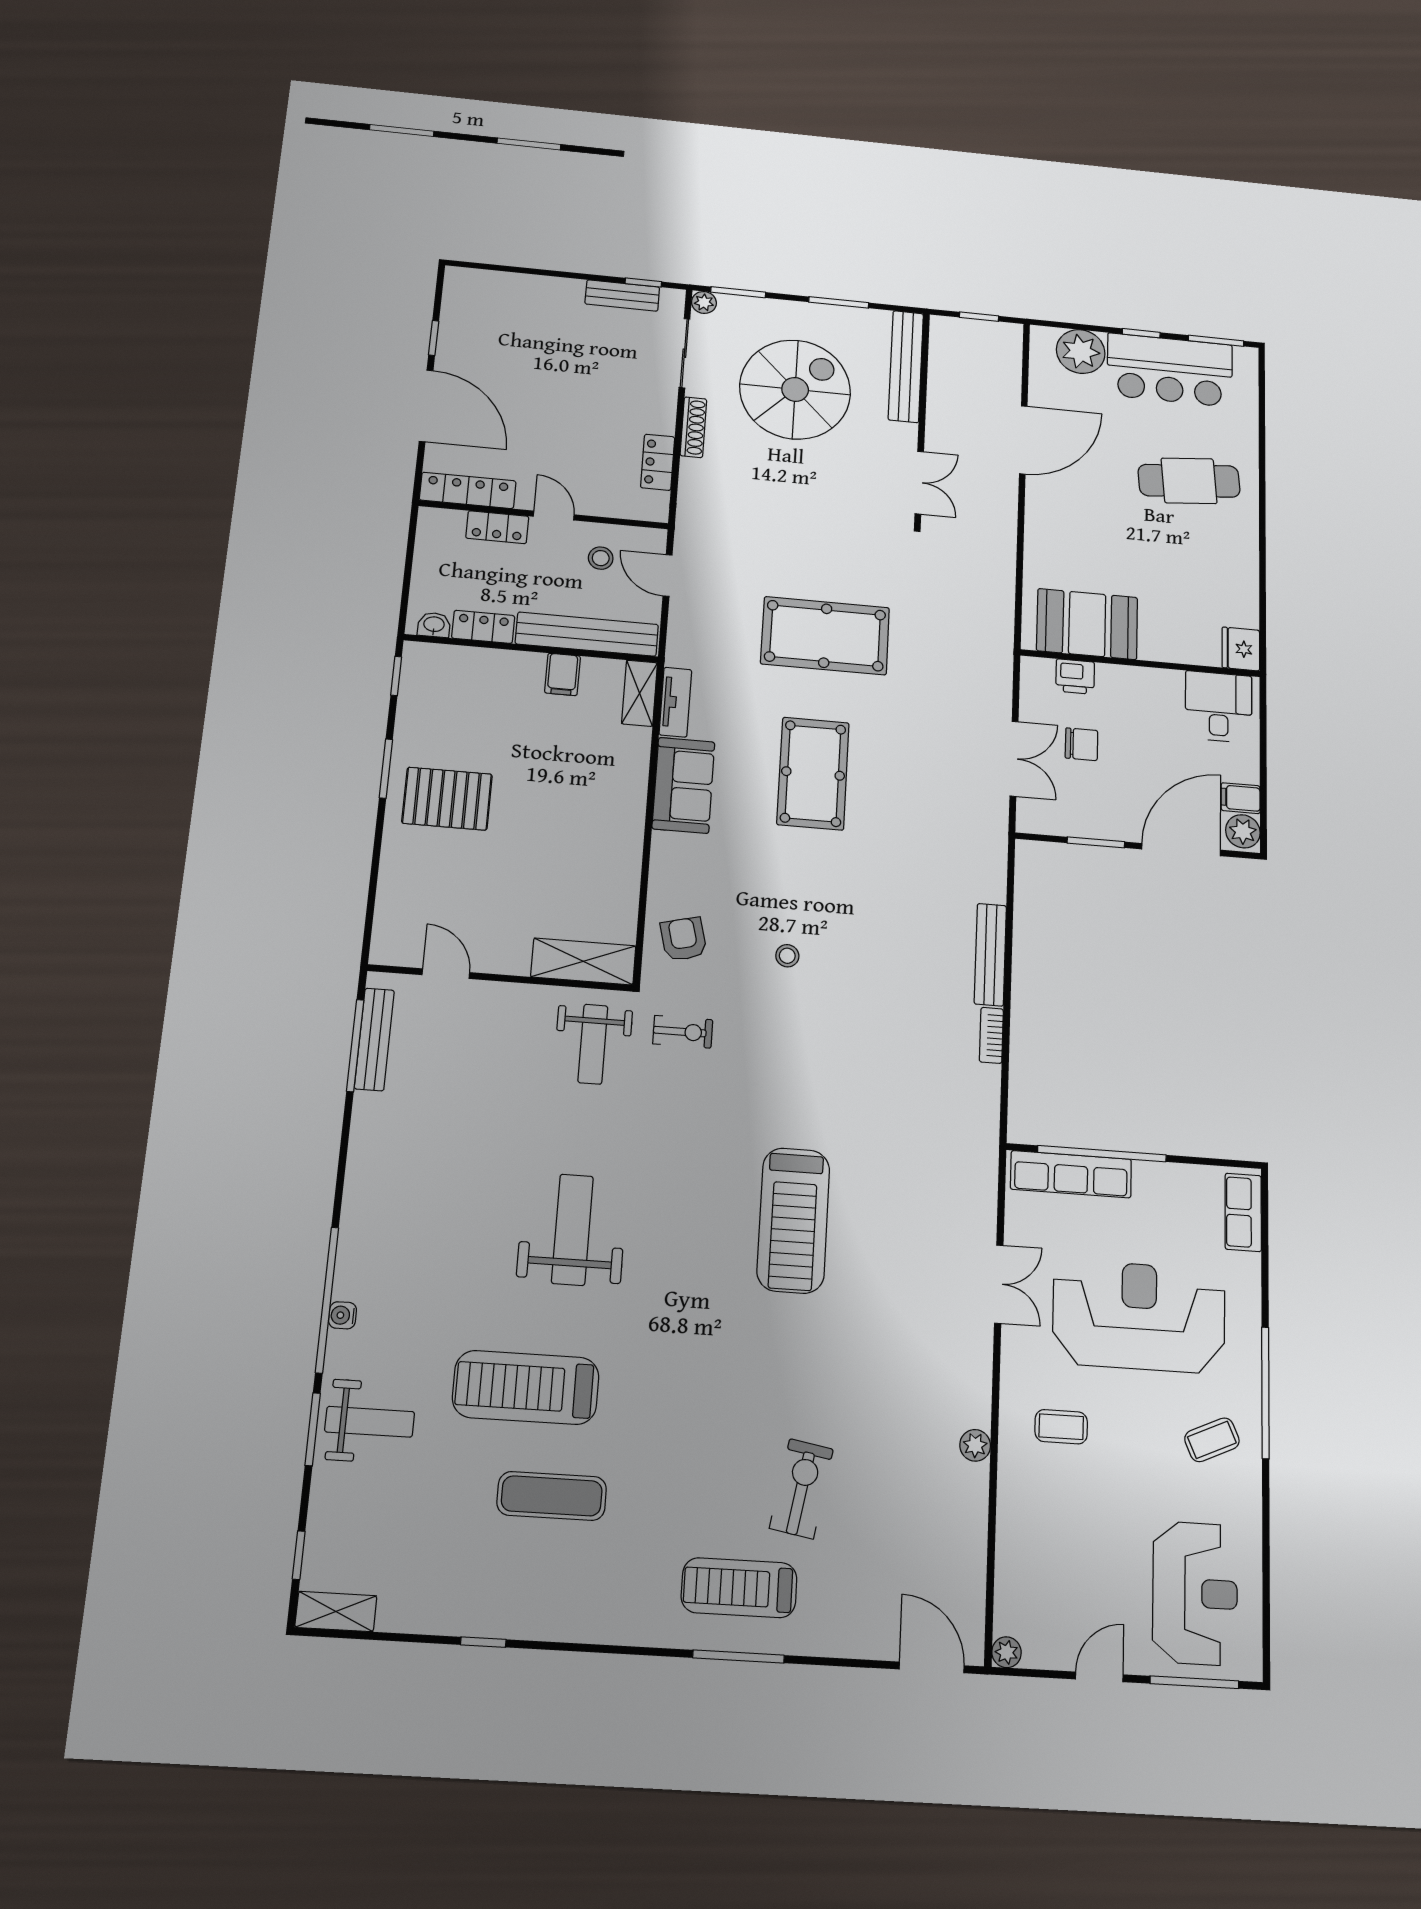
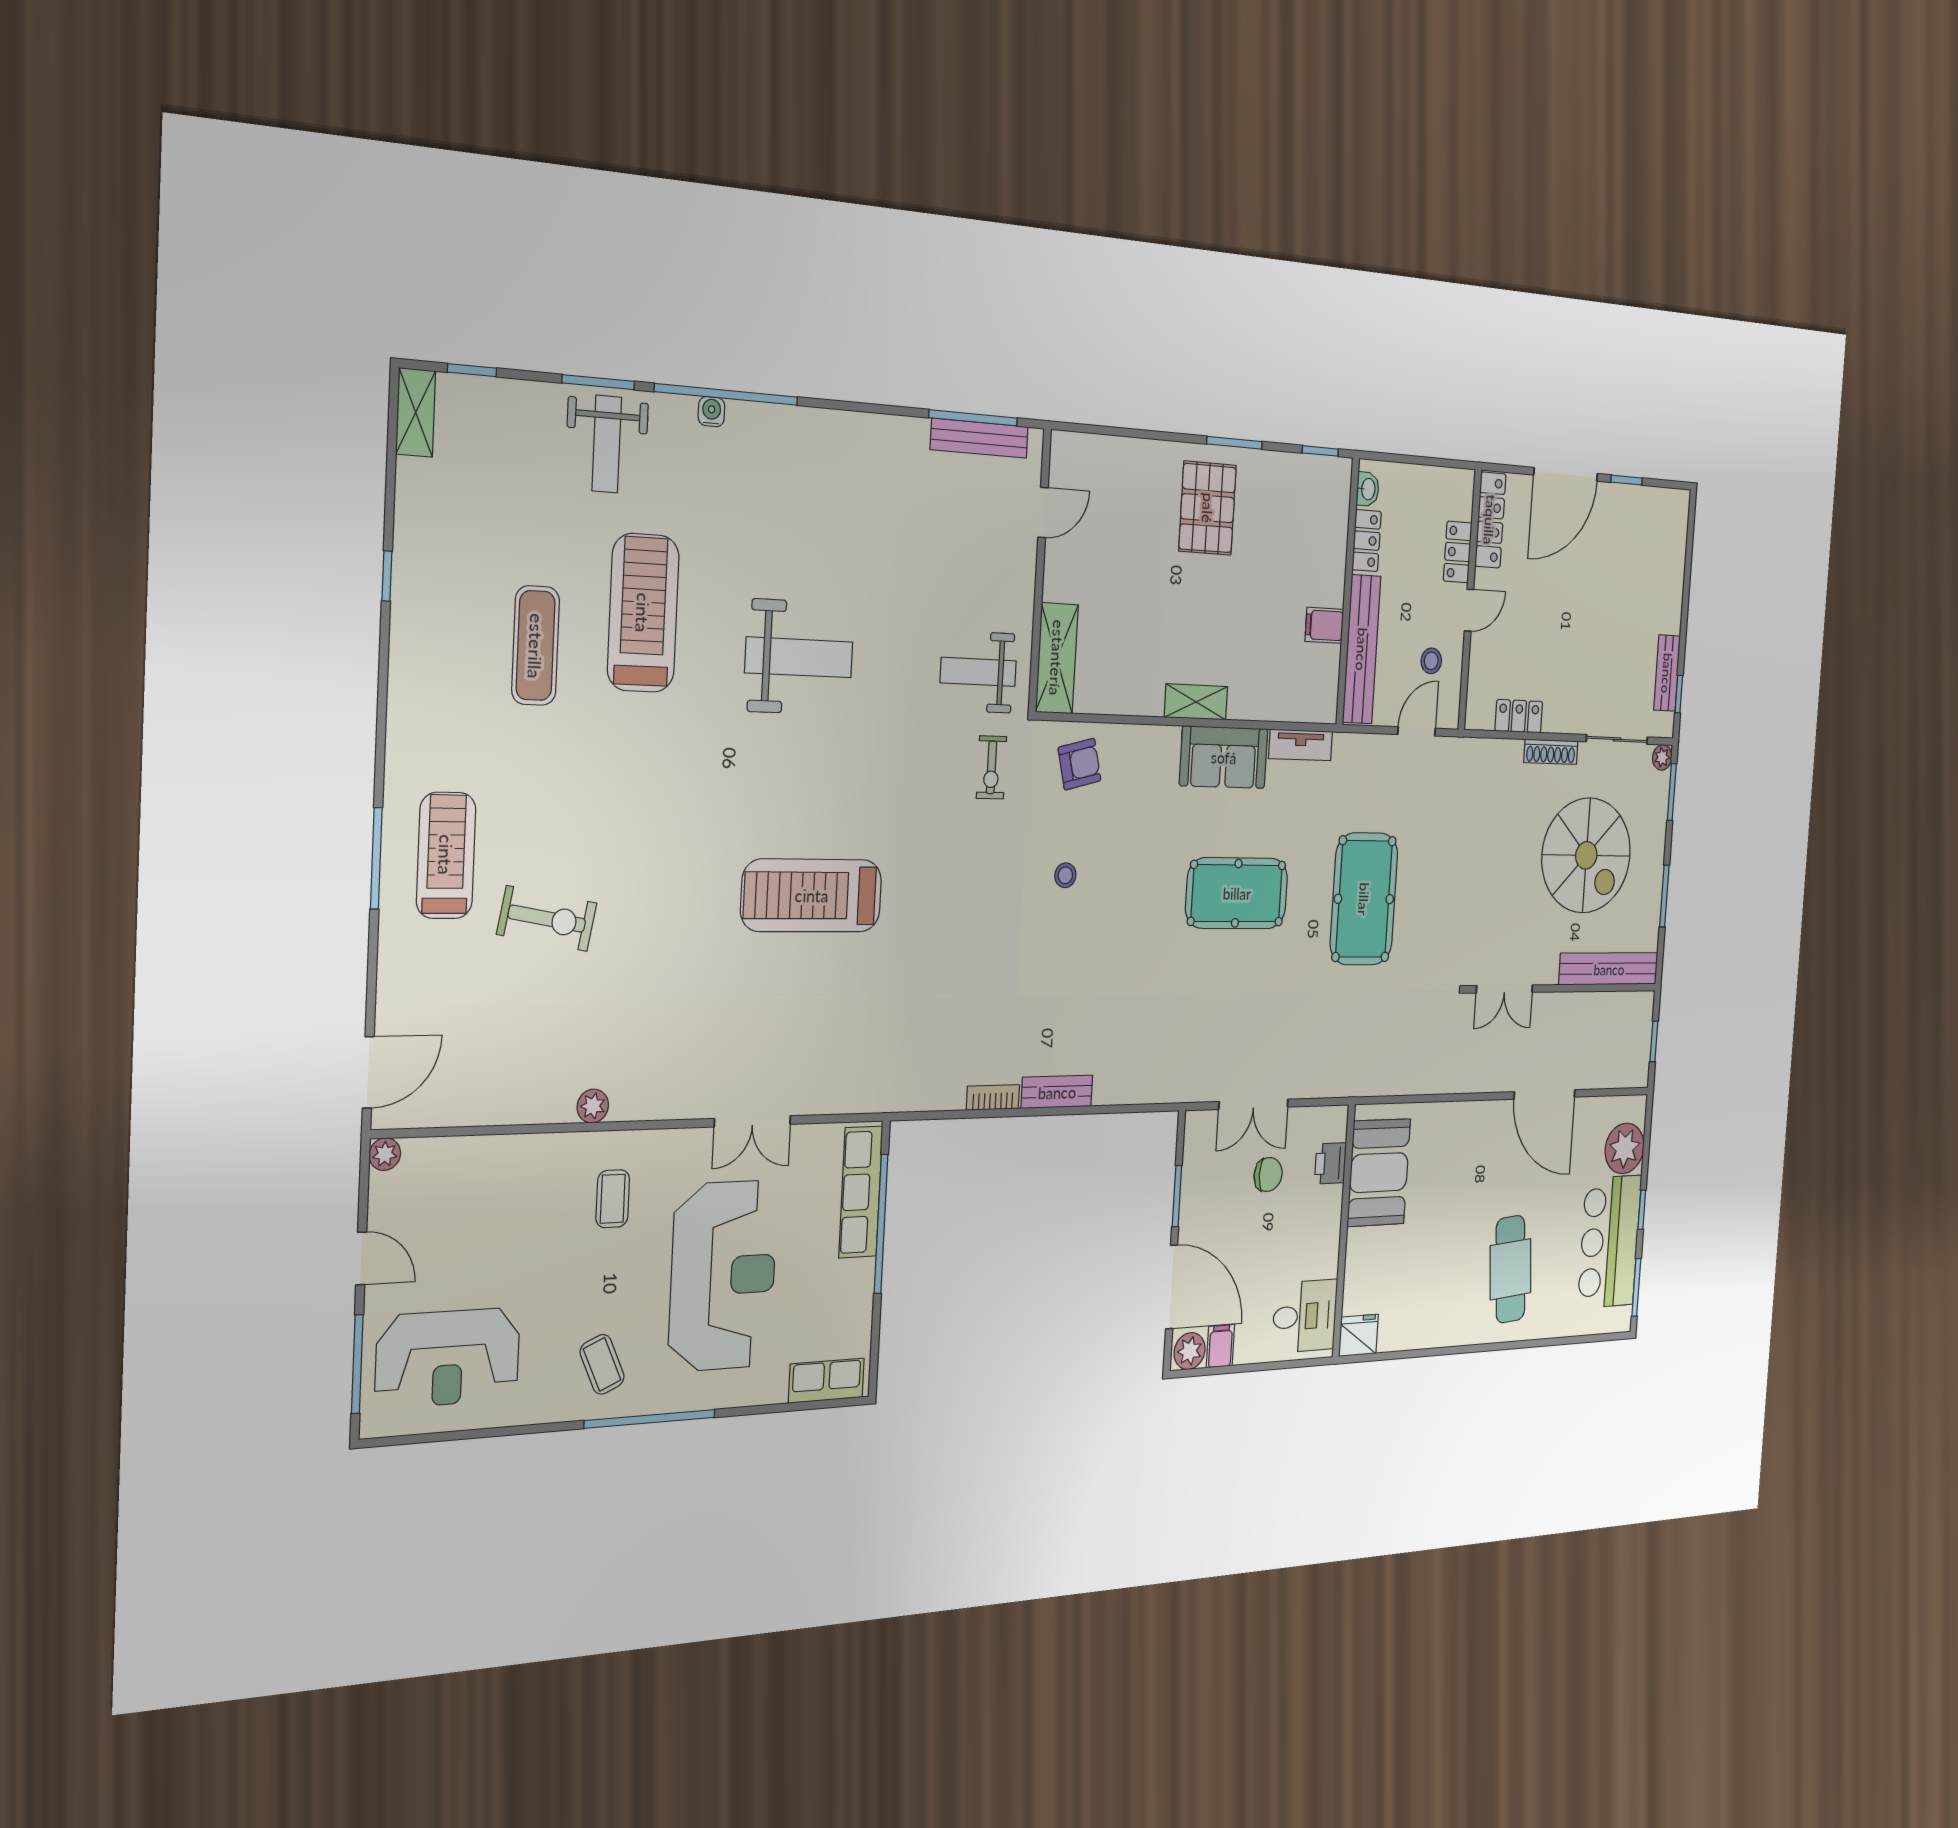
shelving: (640, 693) -> (1196, 702), moved
chair: (1081, 744) -> (1268, 1174), turned -90
bench: (990, 955) -> (1057, 1092), width x0.73

